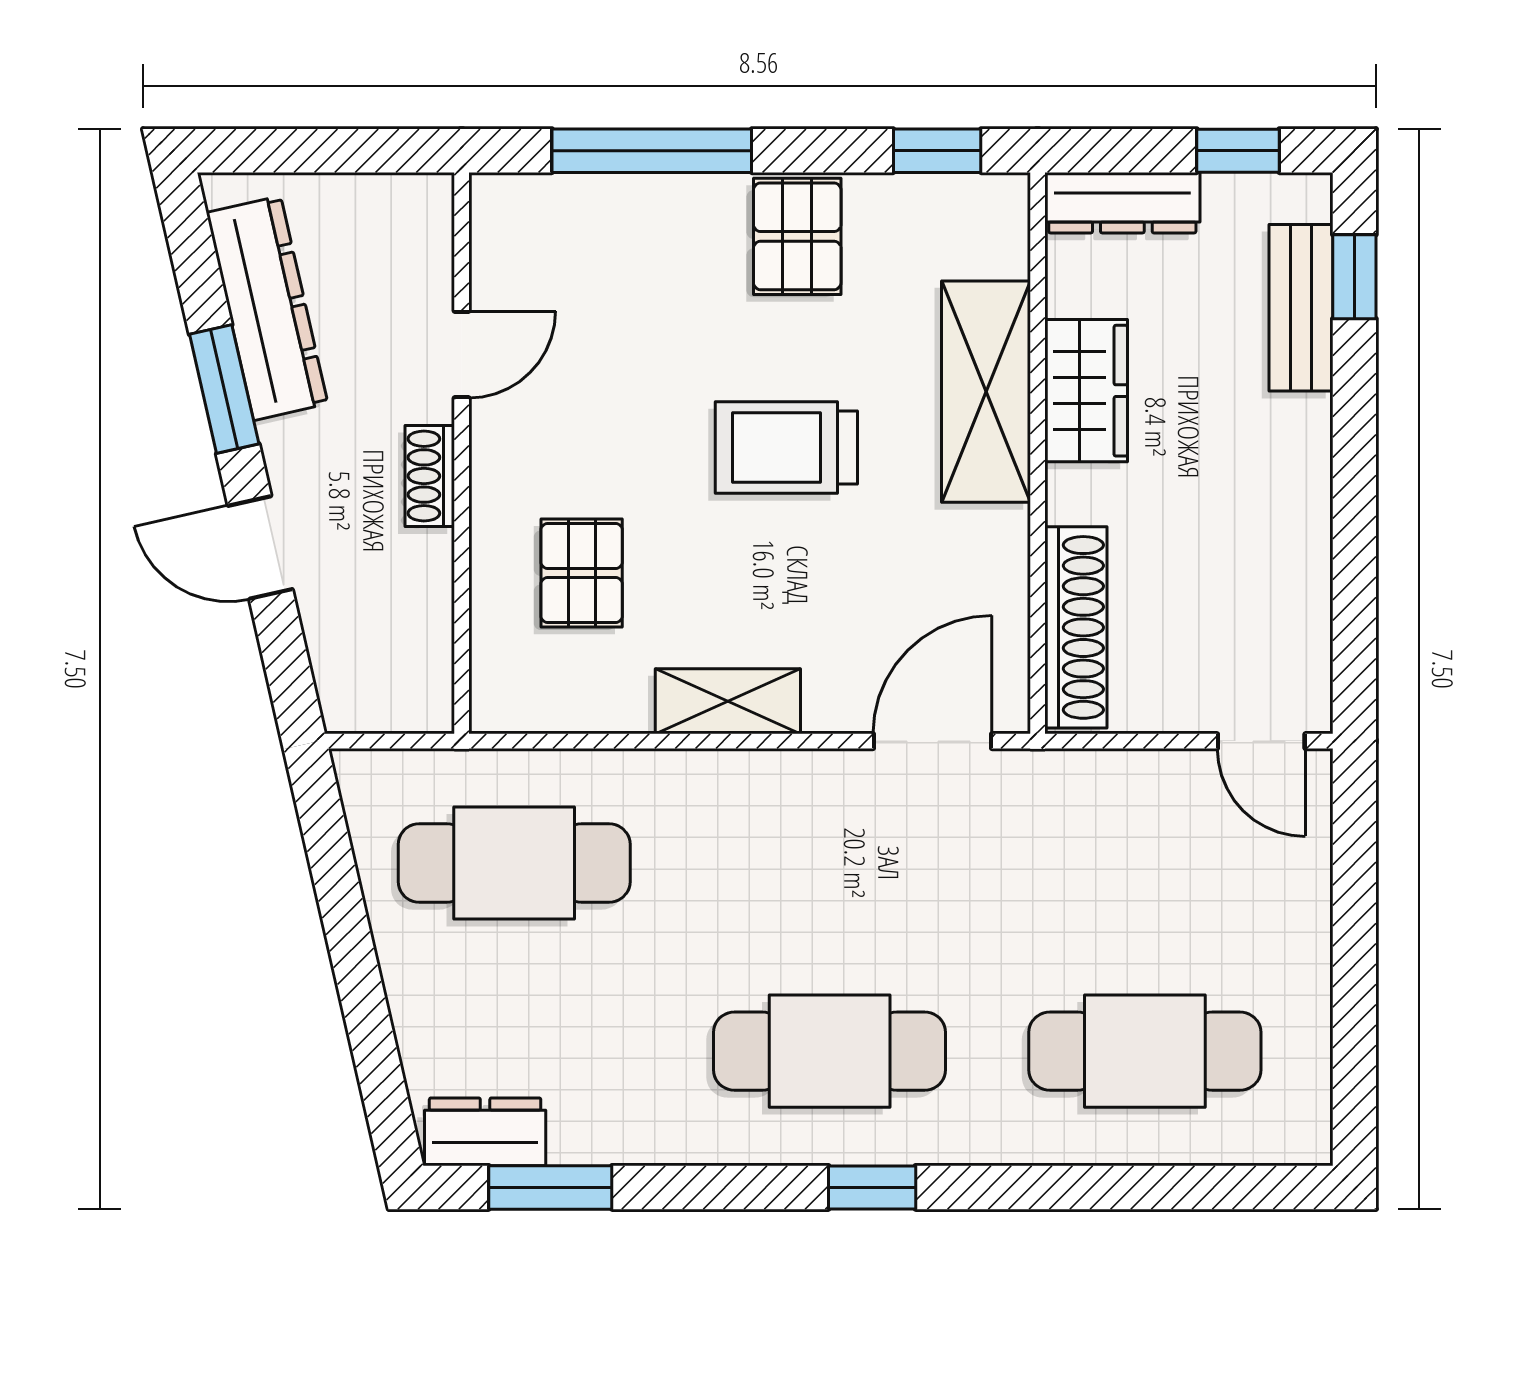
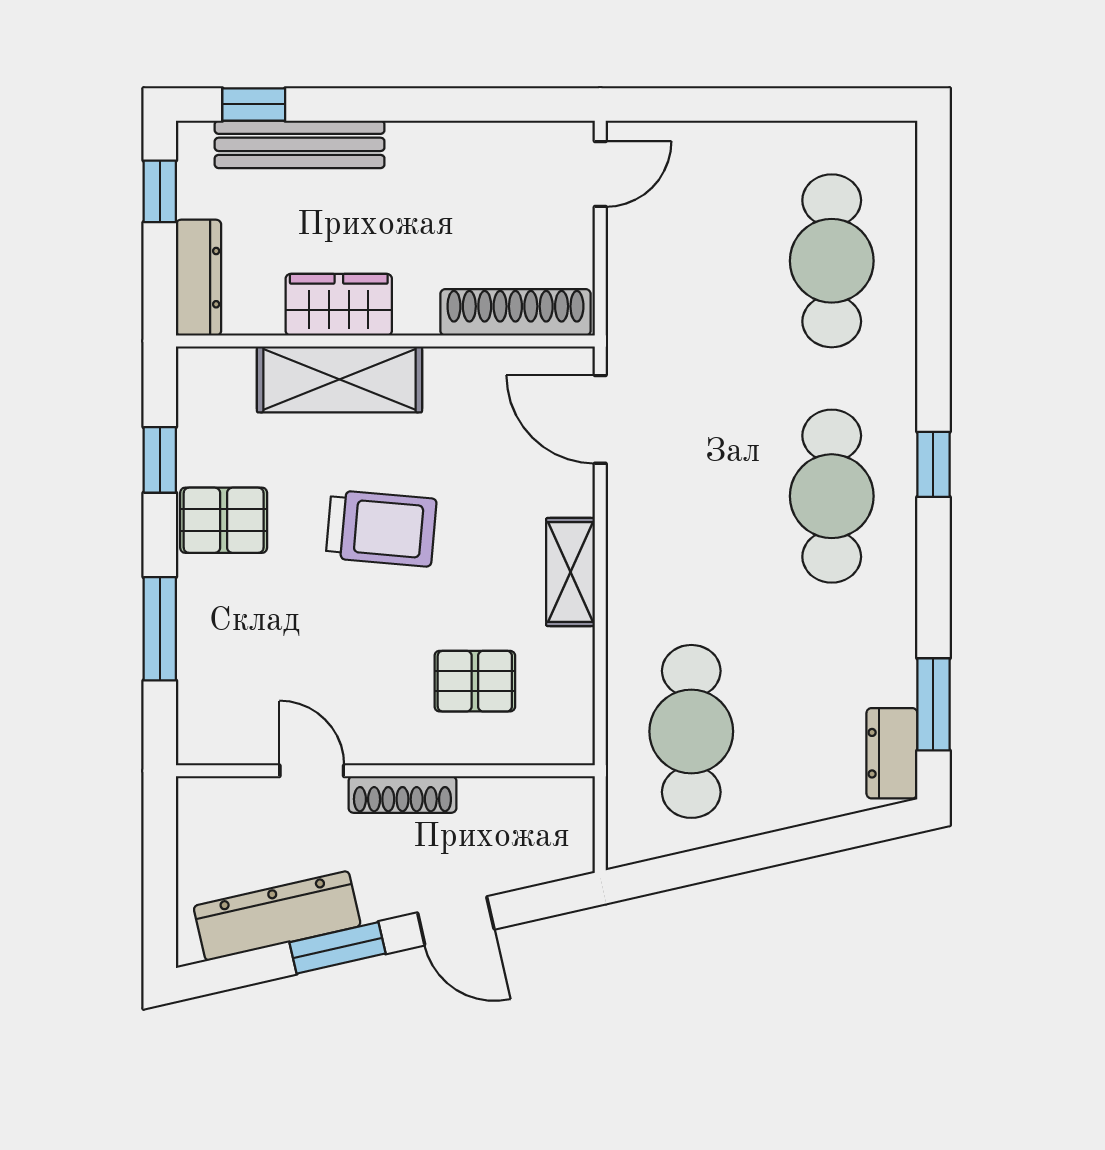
window: (652, 151) -> (160, 629), width x0.69
window: (937, 151) -> (160, 460), moved
bench: (1301, 308) -> (300, 144), width x1.36
trolley: (786, 447) -> (381, 528), turned -85
shoe rack: (430, 476) -> (402, 794), width x1.43
door: (260, 548) -> (456, 921), hinge flipped

